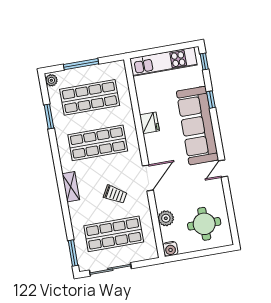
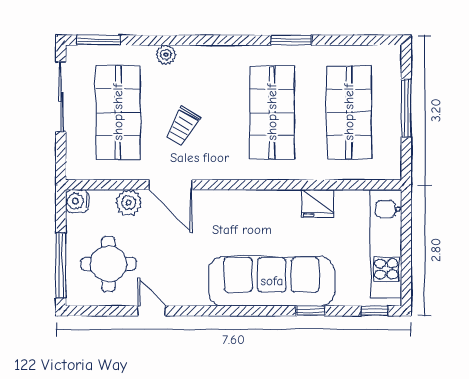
plant: (51, 80) -> (166, 55), moved
window: (49, 116) -> (291, 40), moved
fridge: (149, 123) -> (317, 203), moved
door: (223, 169) -> (152, 311), moved
door: (148, 178) -> (171, 185), moved
shelving: (71, 187) -> (208, 56), removed
window: (210, 252) -> (61, 266), added

